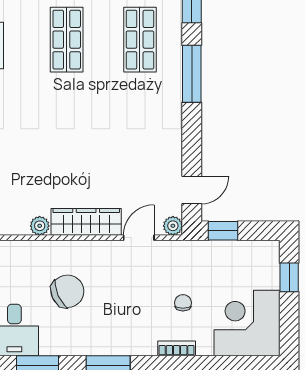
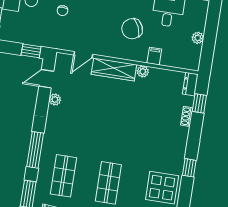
plant: (173, 226) -> (55, 100), moved
filing cabinet: (25, 253) -> (154, 56), added

